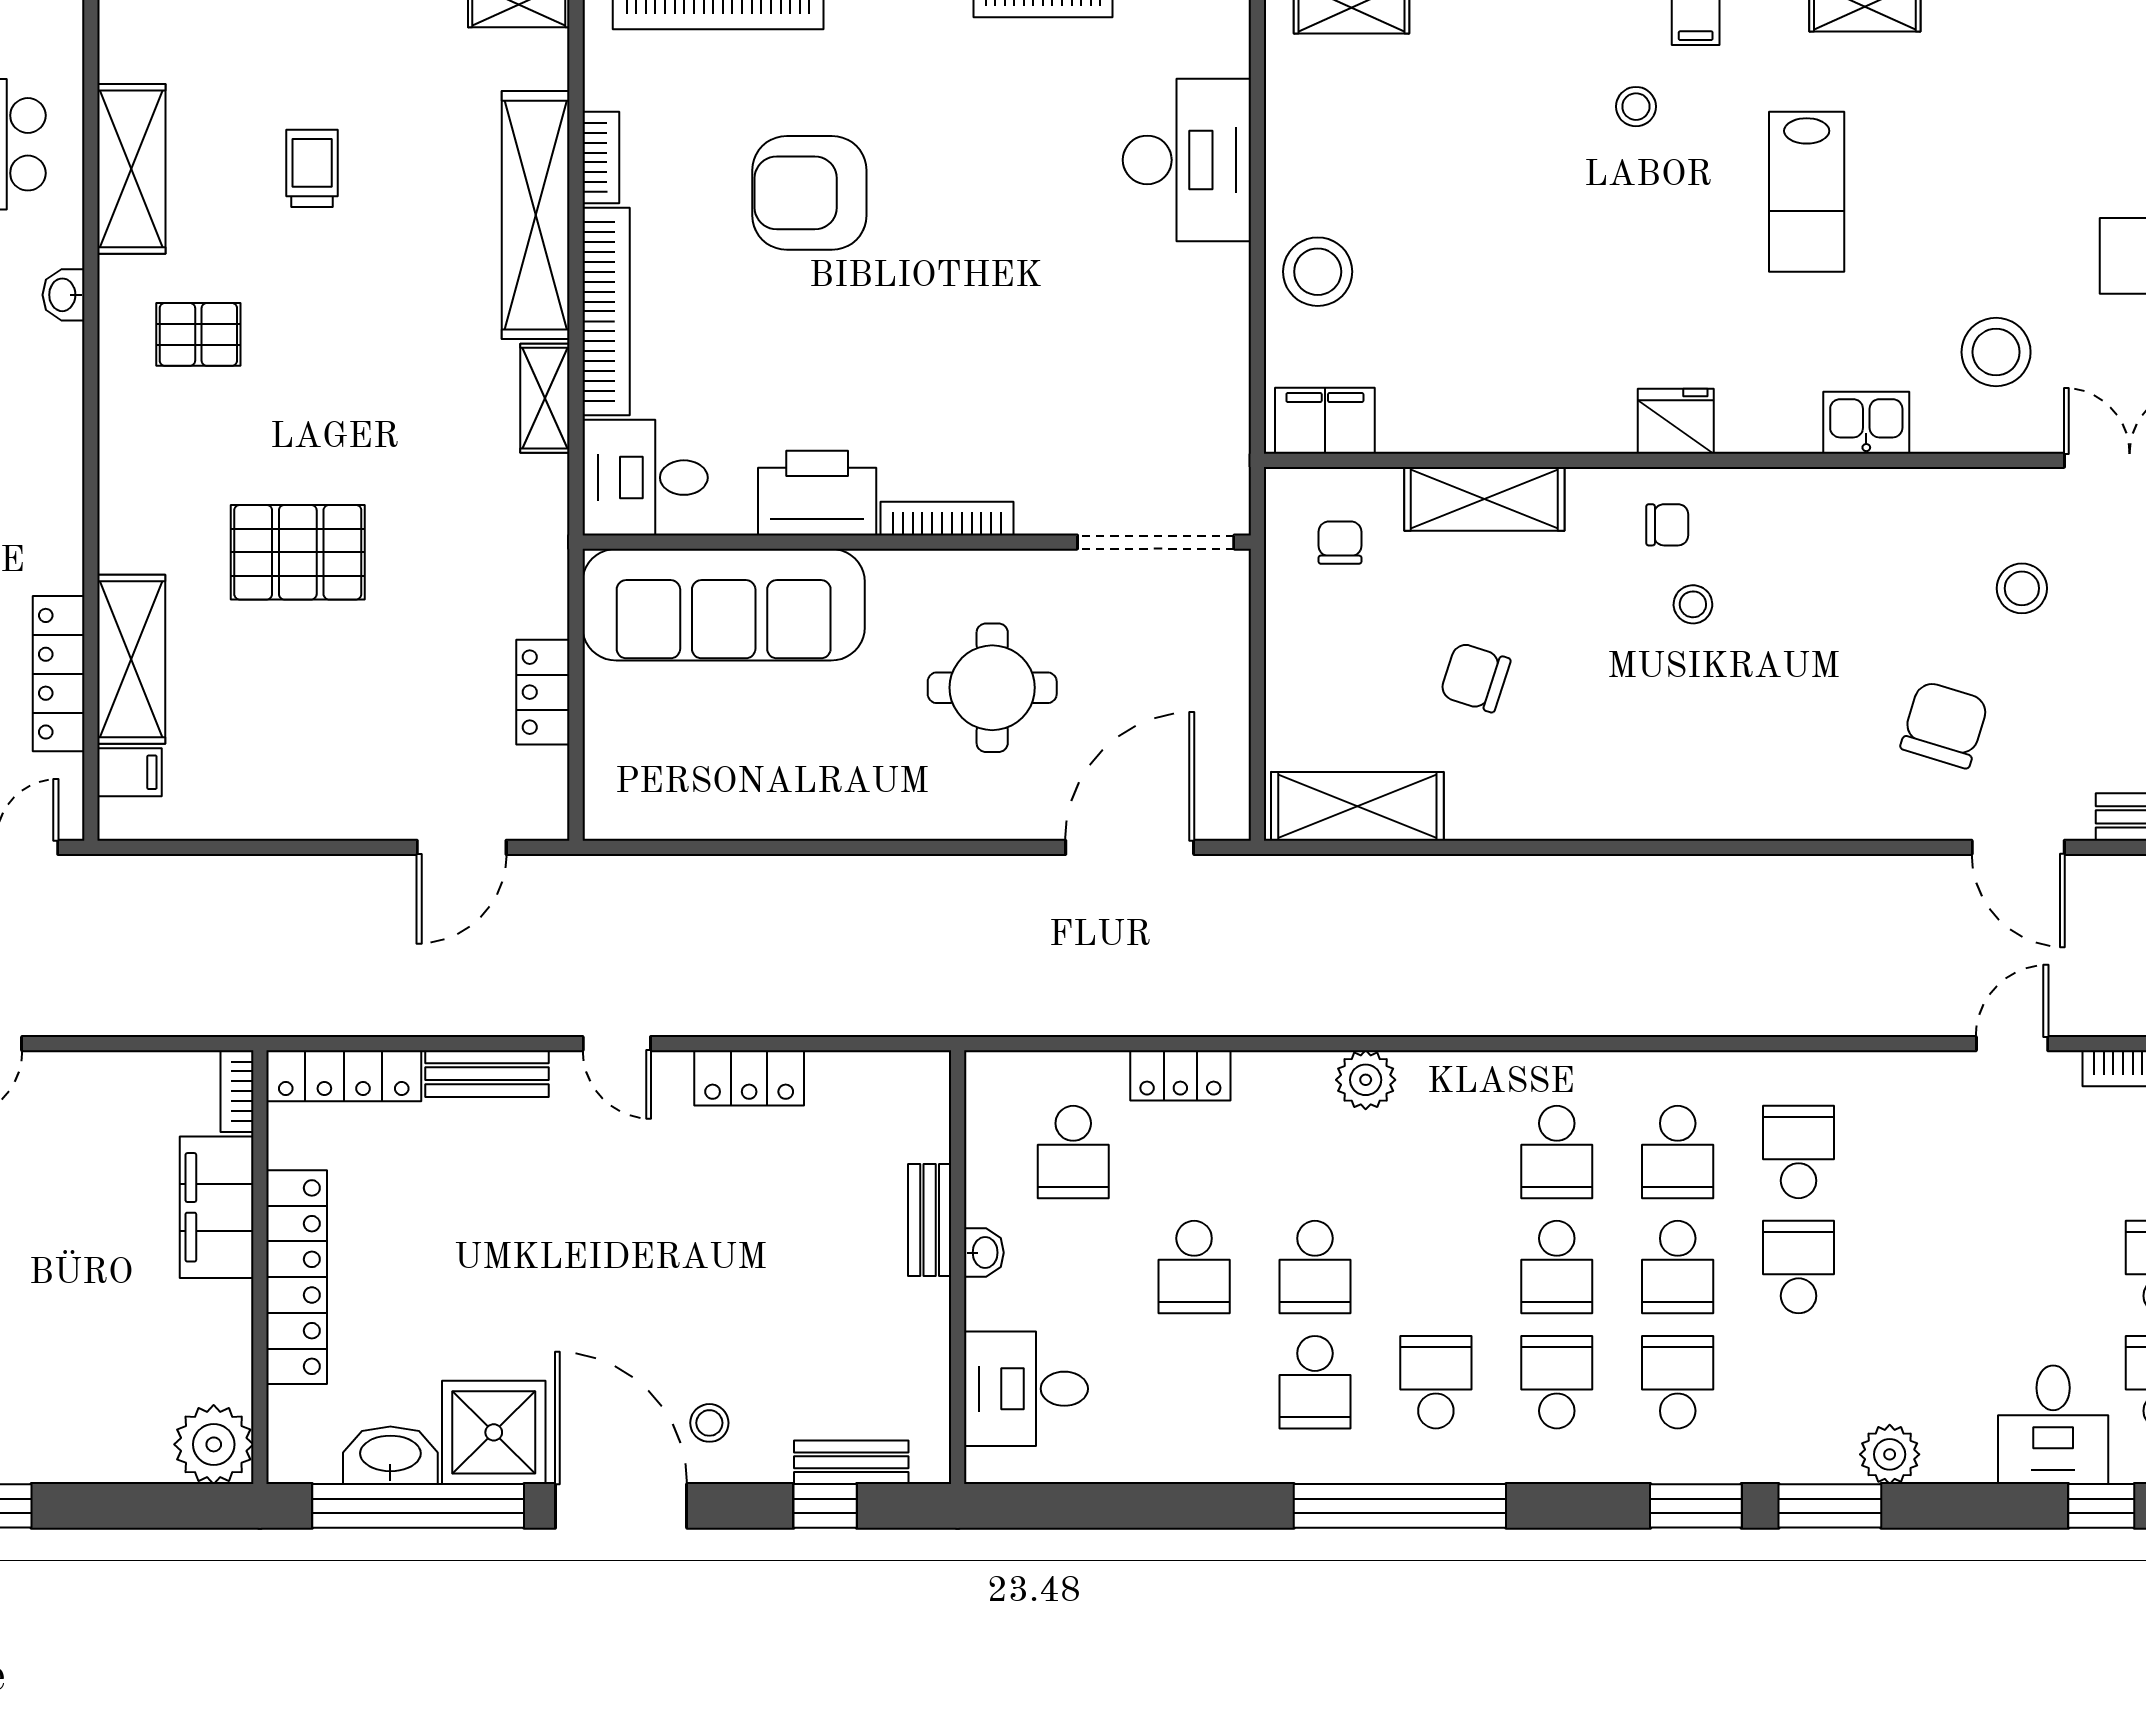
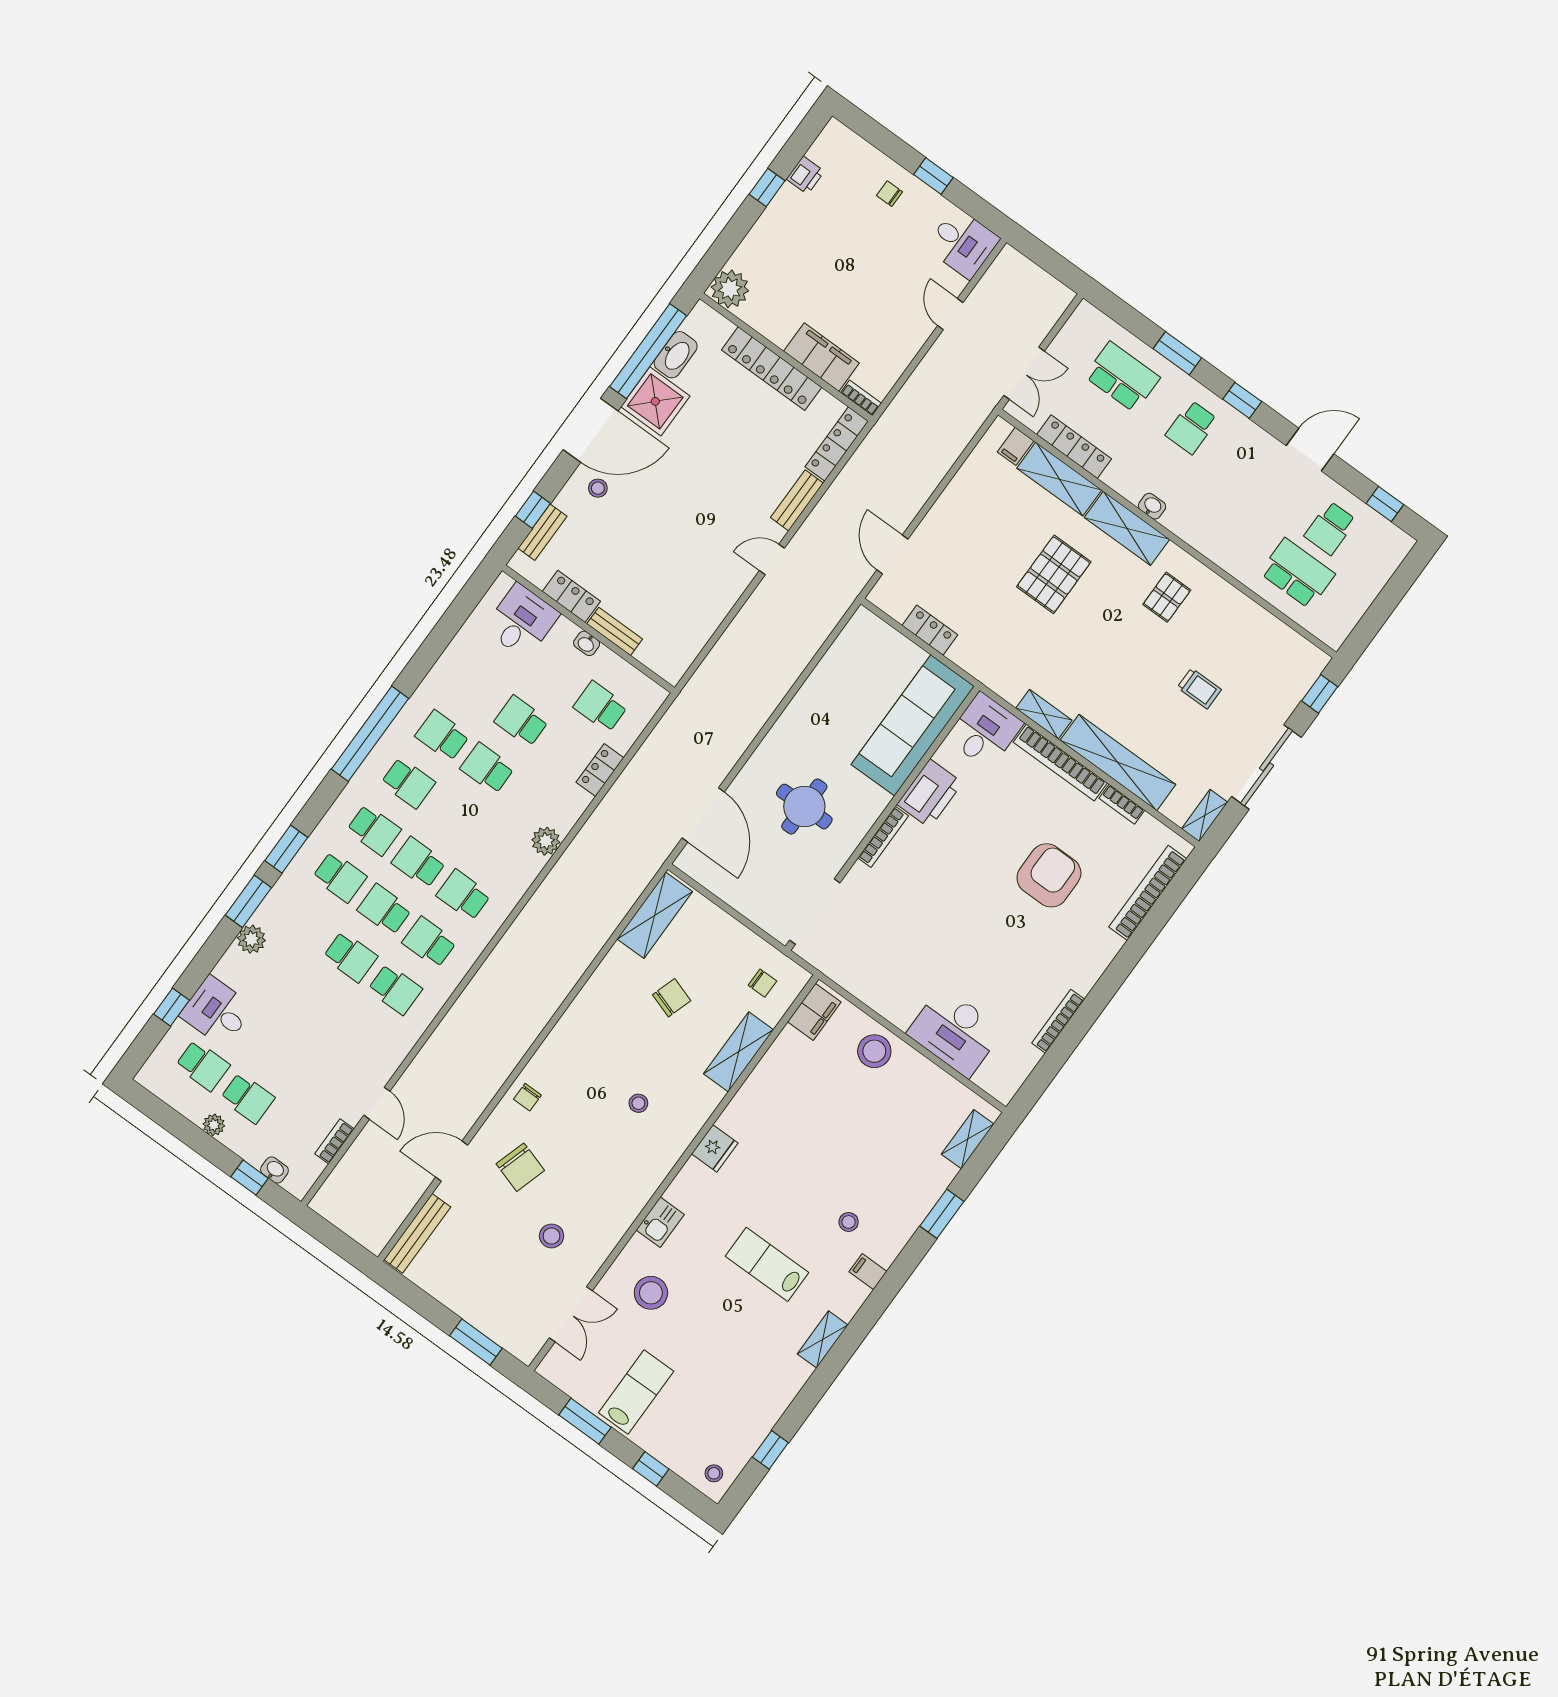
shelving: (131, 169) -> (1127, 528), moved
washbasin: (64, 295) -> (1152, 506), moved
chair: (1667, 525) -> (527, 1097), moved
locker: (749, 1078) -> (571, 596), moved, turned 90

